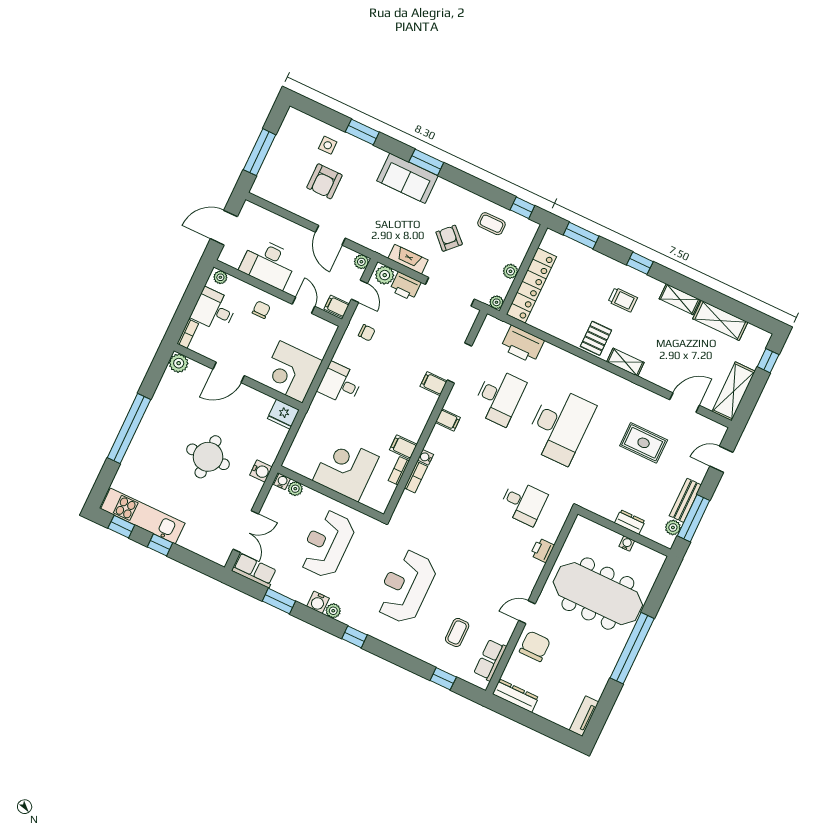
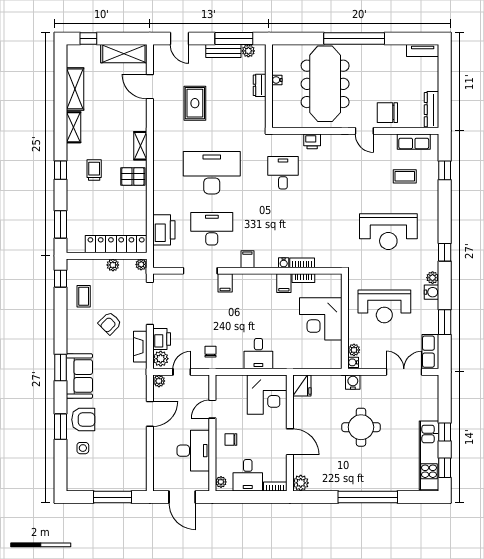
armchair: (324, 181) -> (83, 420), moved
filing cabinet: (337, 306) -> (201, 384), removed

